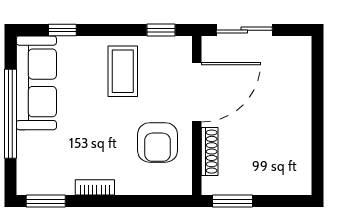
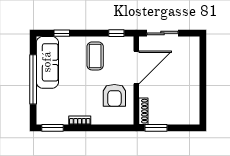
shoe rack: (210, 152) -> (143, 111), moved

